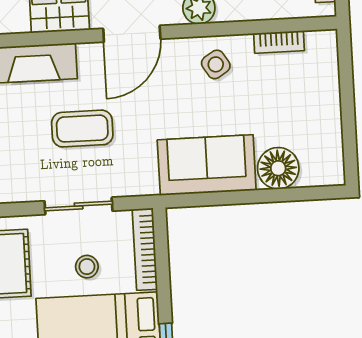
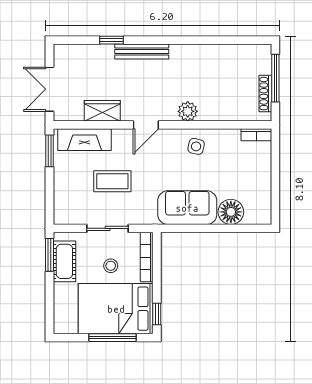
door: (132, 34) -> (146, 125), width x0.73
bookcase: (279, 42) -> (256, 135), moved
side table: (216, 64) -> (196, 146), turned 45

